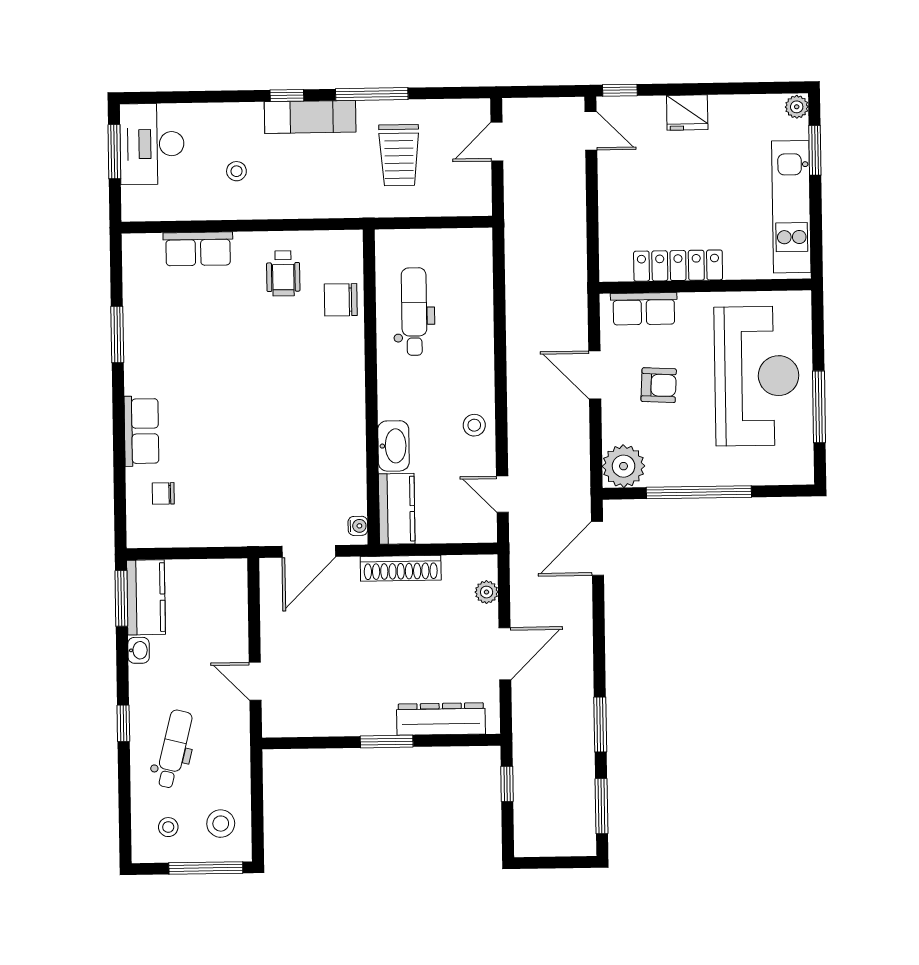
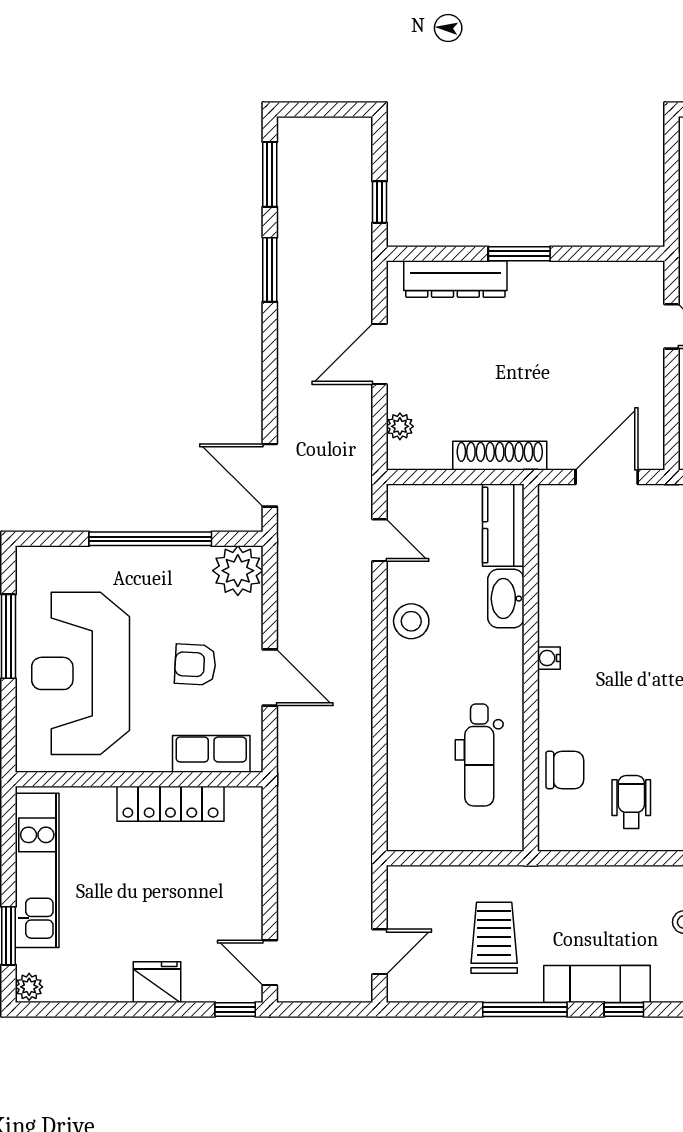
stool: (474, 425) -> (411, 621), width x1.37, depth x1.37
water cooler: (358, 526) -> (549, 658), moved
door: (597, 548) -> (270, 475), swing flipped

